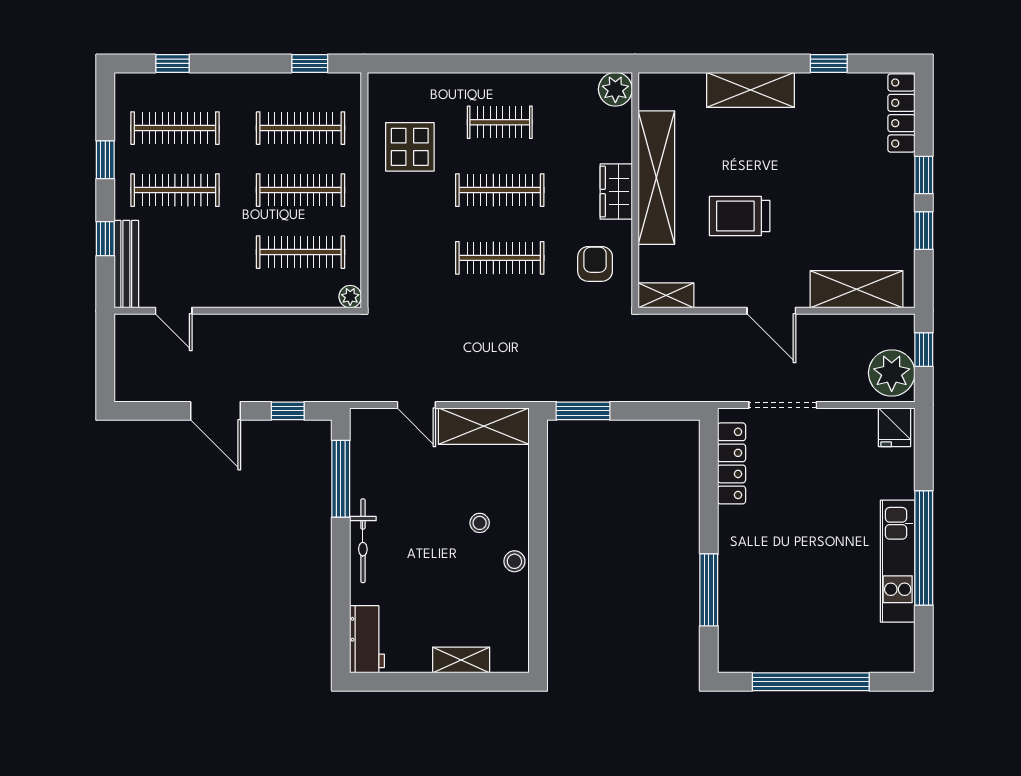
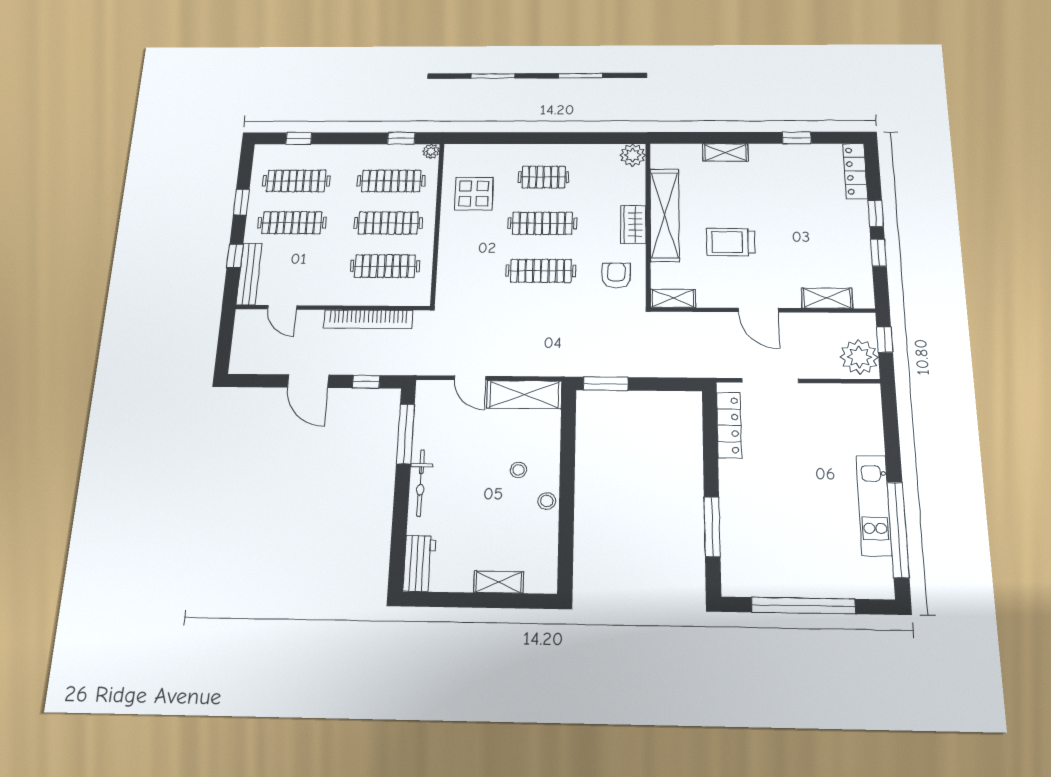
shelving: (751, 90) -> (725, 153), width x0.67, depth x0.75
shelving: (857, 289) -> (827, 298), width x0.67, depth x0.75
plant: (350, 297) -> (431, 151), moved
bookcase: (284, 326) -> (368, 319), added
fridge: (895, 427) -> (864, 398), removed
window: (924, 548) -> (898, 530), moved

